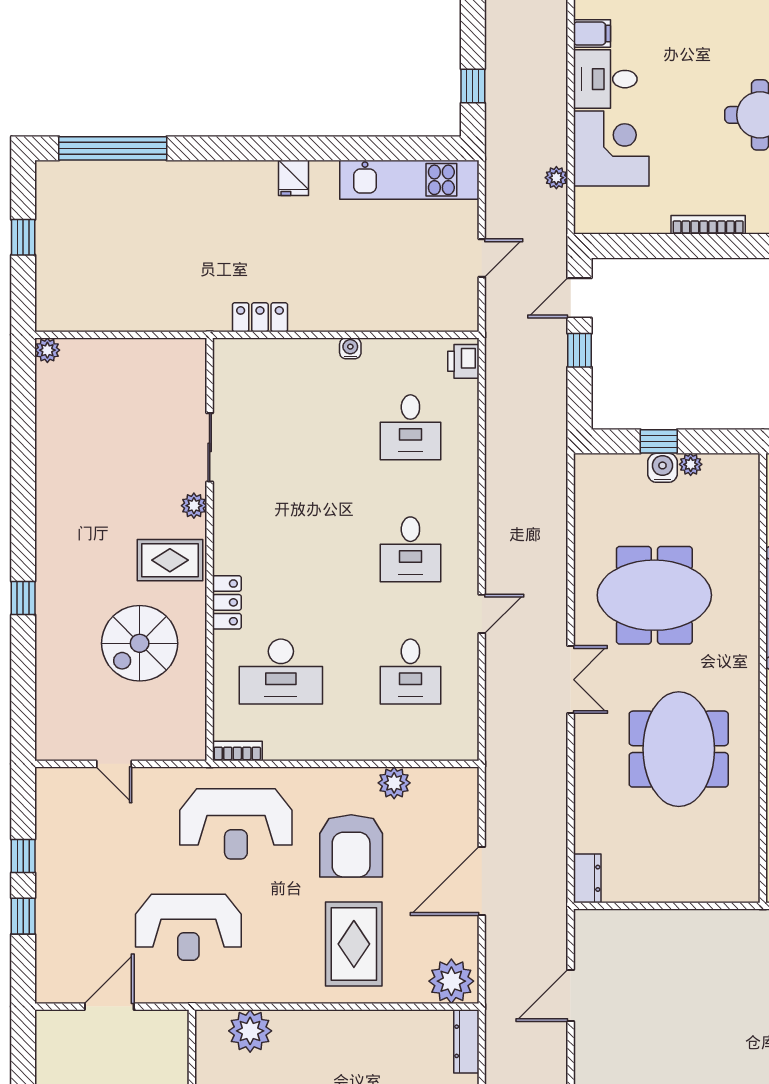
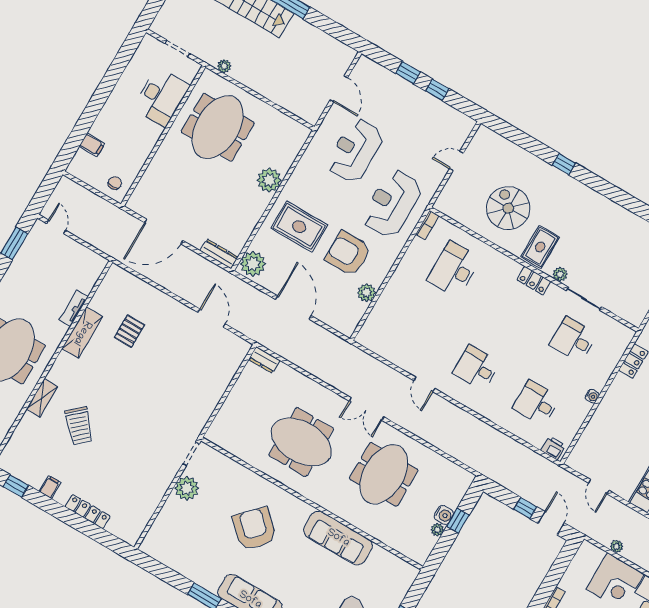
locker: (227, 602) -> (534, 281), moved
desk: (410, 672) -> (573, 340), moved
plant: (250, 1031) -> (269, 180), moved

